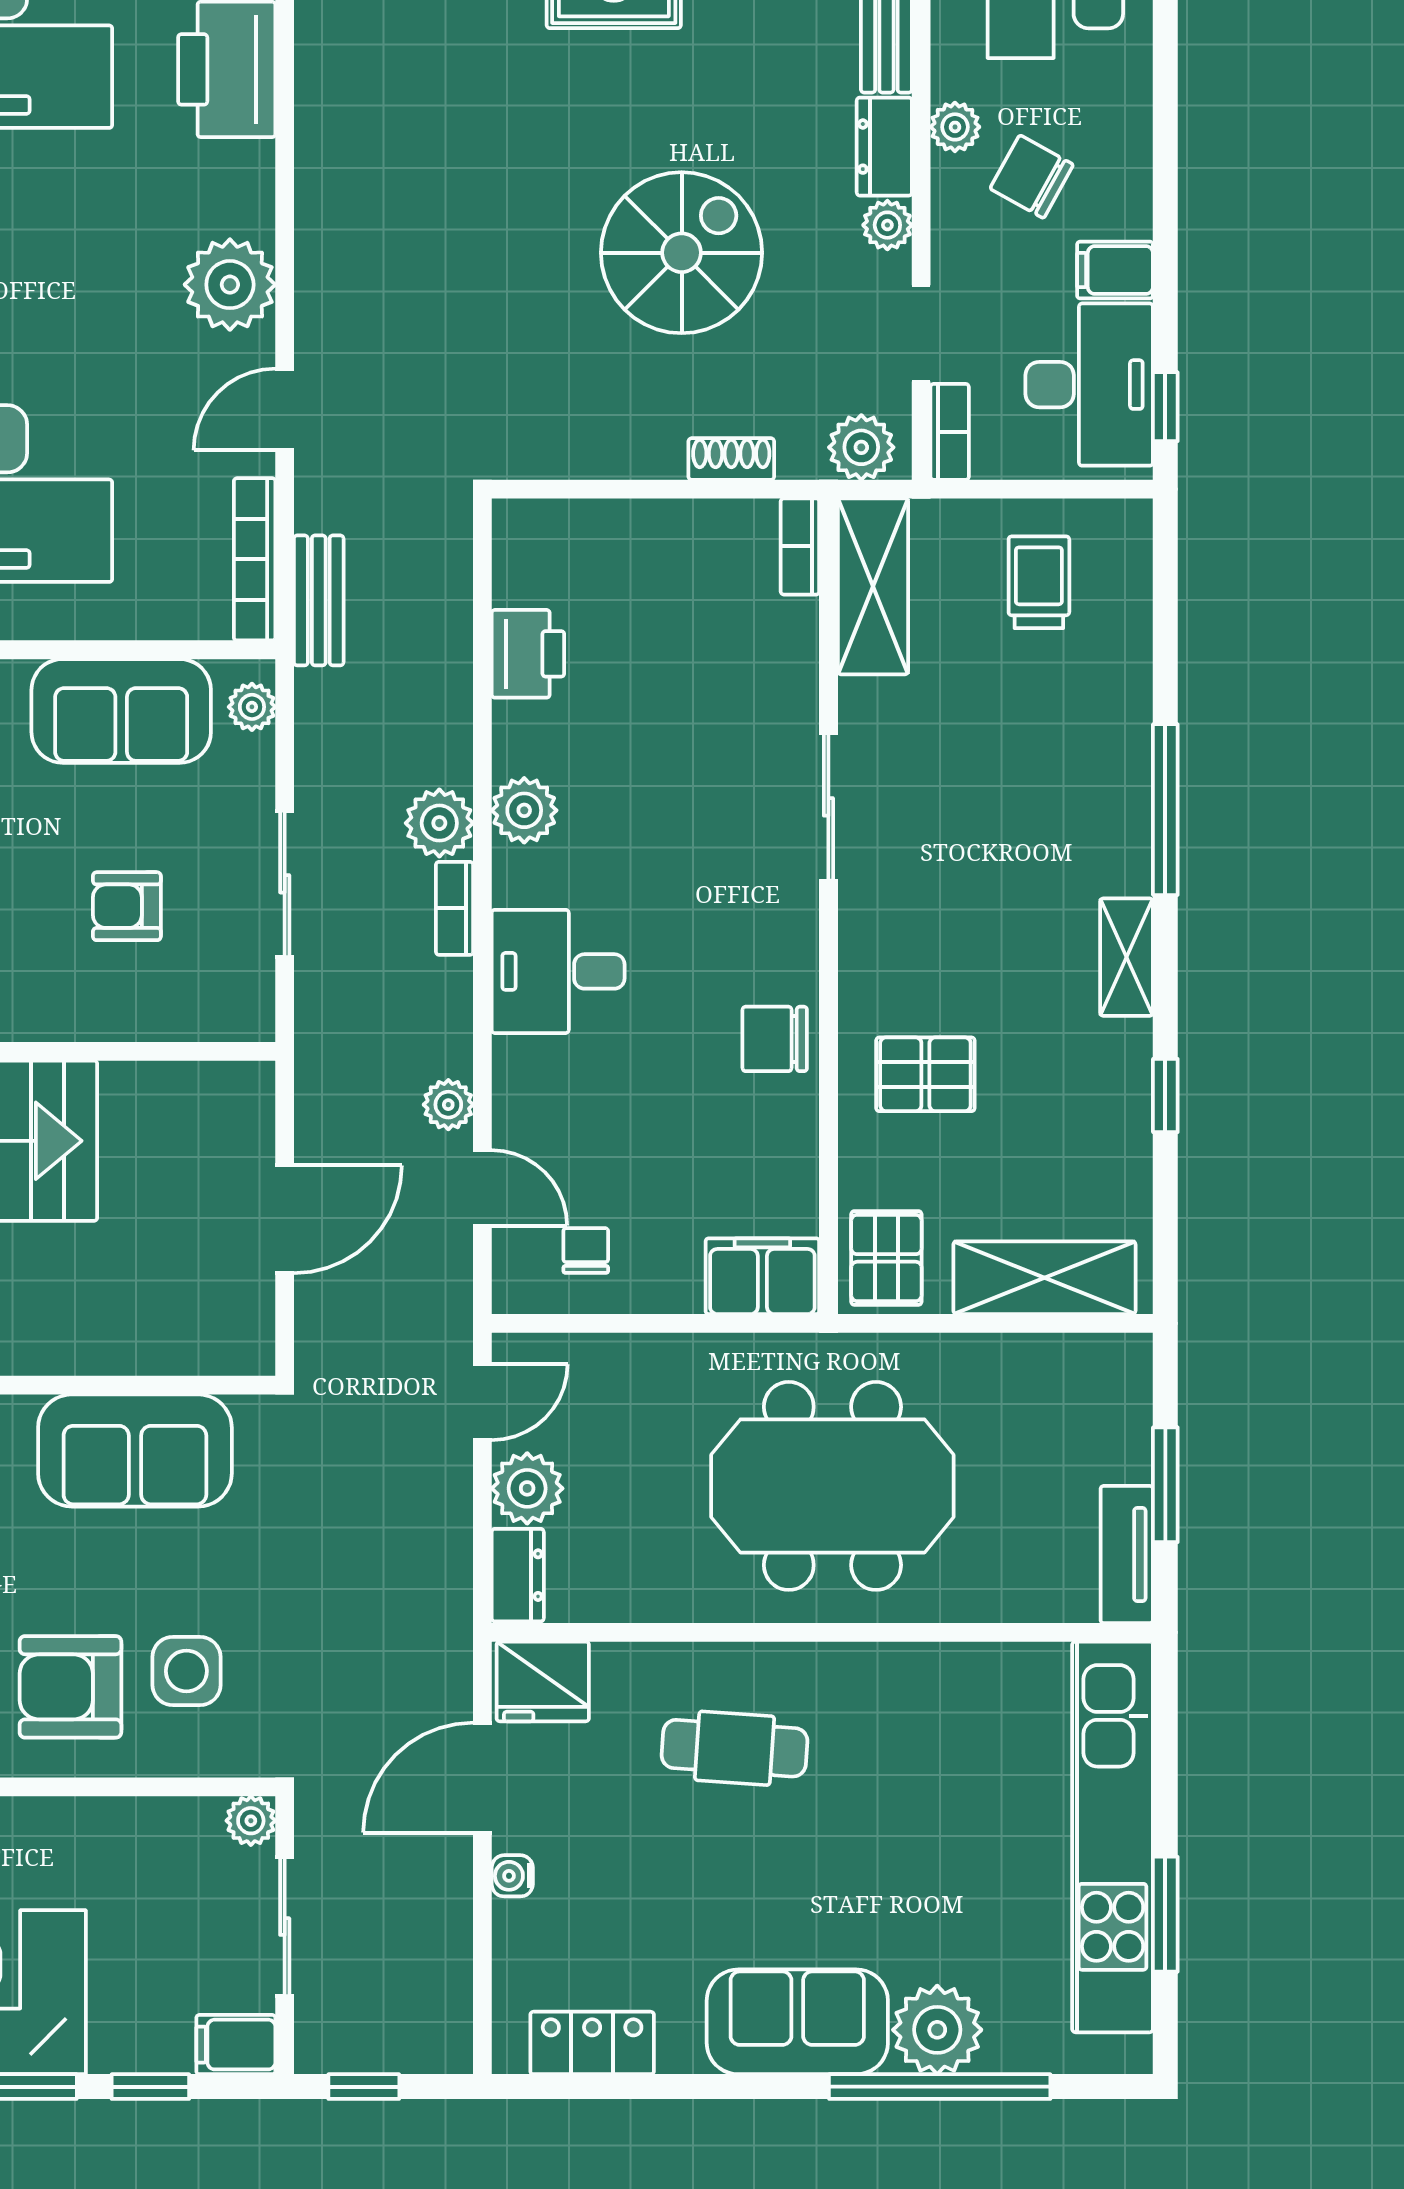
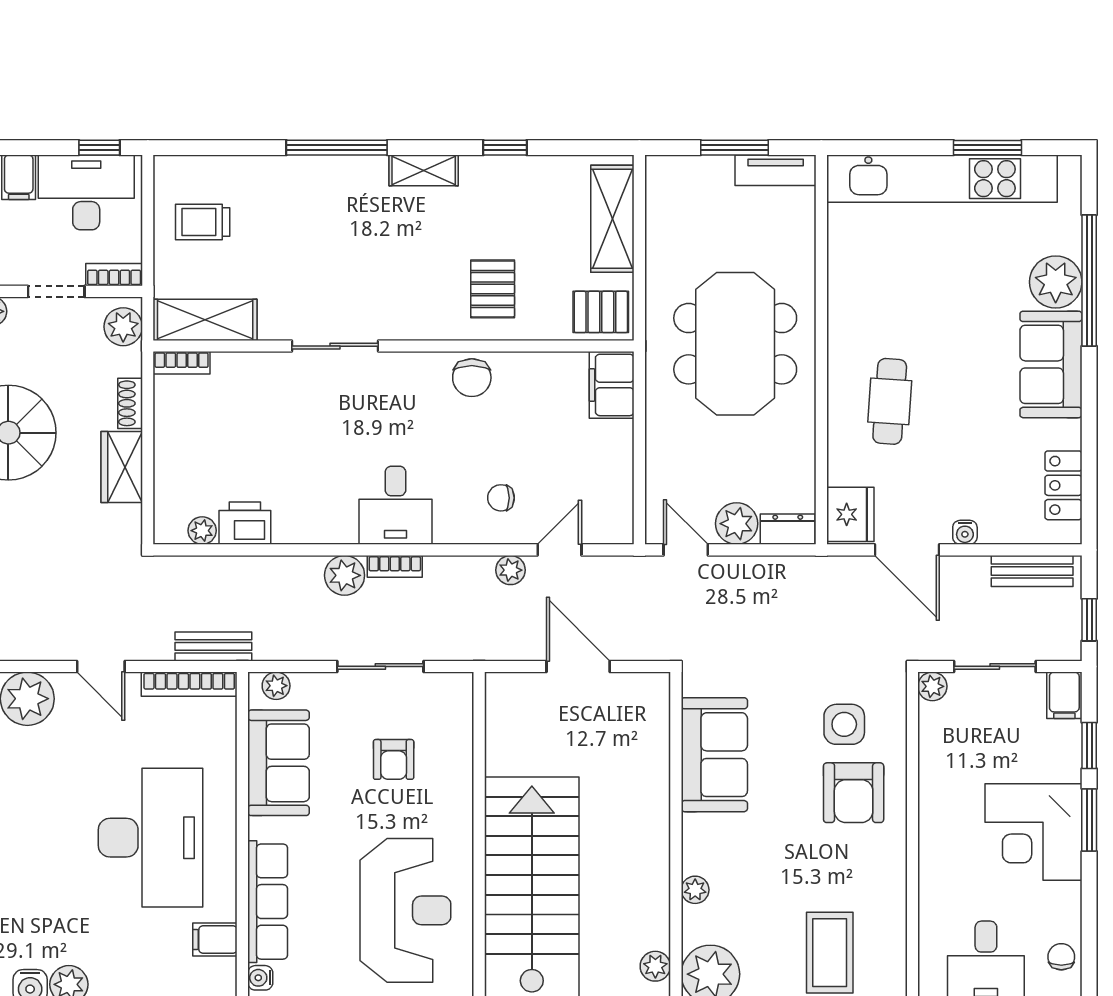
wardrobe: (623, 445) -> (122, 467), added
plant: (524, 810) -> (202, 531), moved, width x0.73, depth x0.73
desk: (558, 971) -> (395, 505), moved
chair: (586, 1251) -> (501, 498), moved
bench: (447, 1990) -> (1032, 571), added

